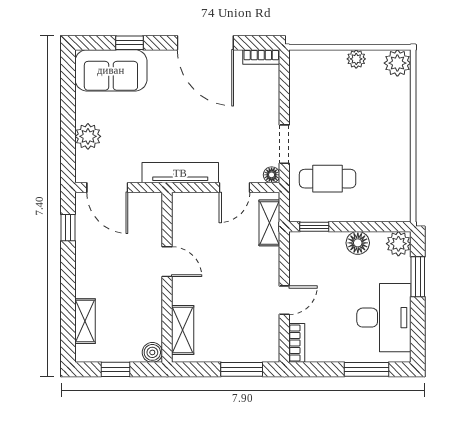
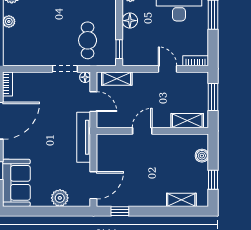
door: (167, 262) -> (142, 131), moved
wall: (167, 277) -> (152, 131), moved
shelving: (183, 330) -> (187, 121), moved

